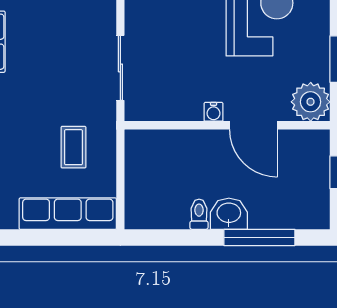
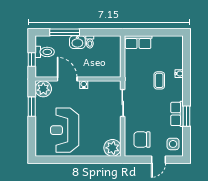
coffee table: (73, 147) -> (159, 80), moved
toilet: (307, 190) -> (45, 52), added
row of seats: (68, 214) -> (138, 42), width x0.68

